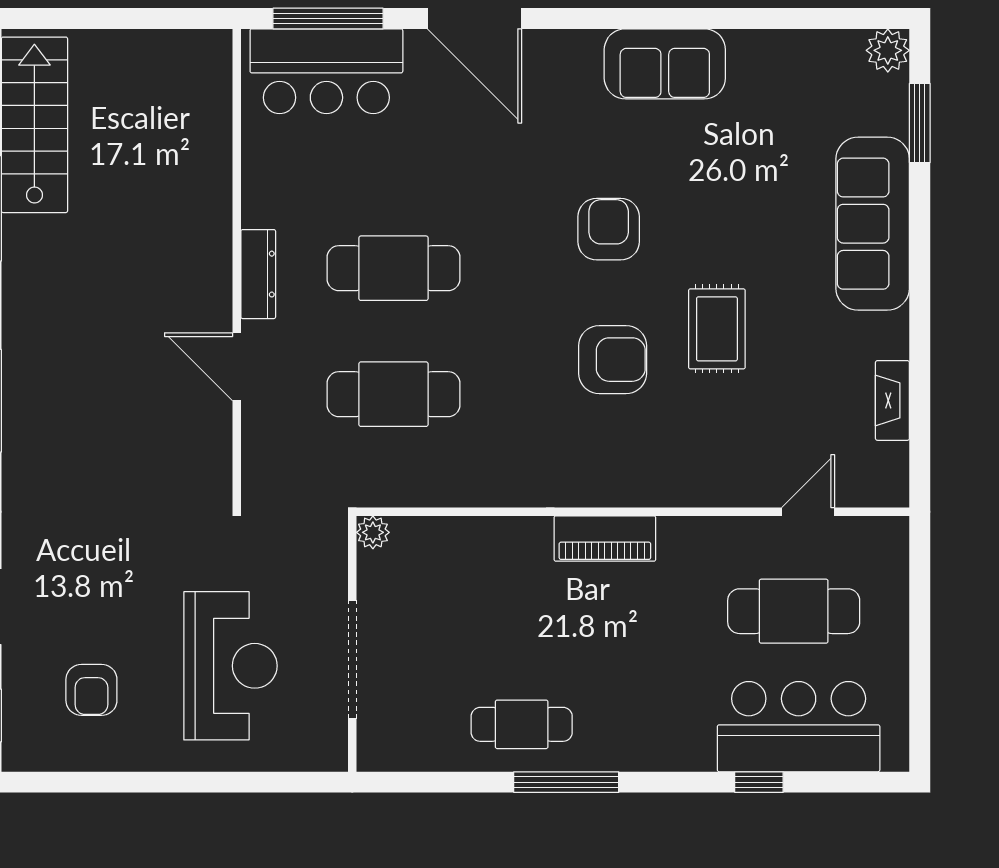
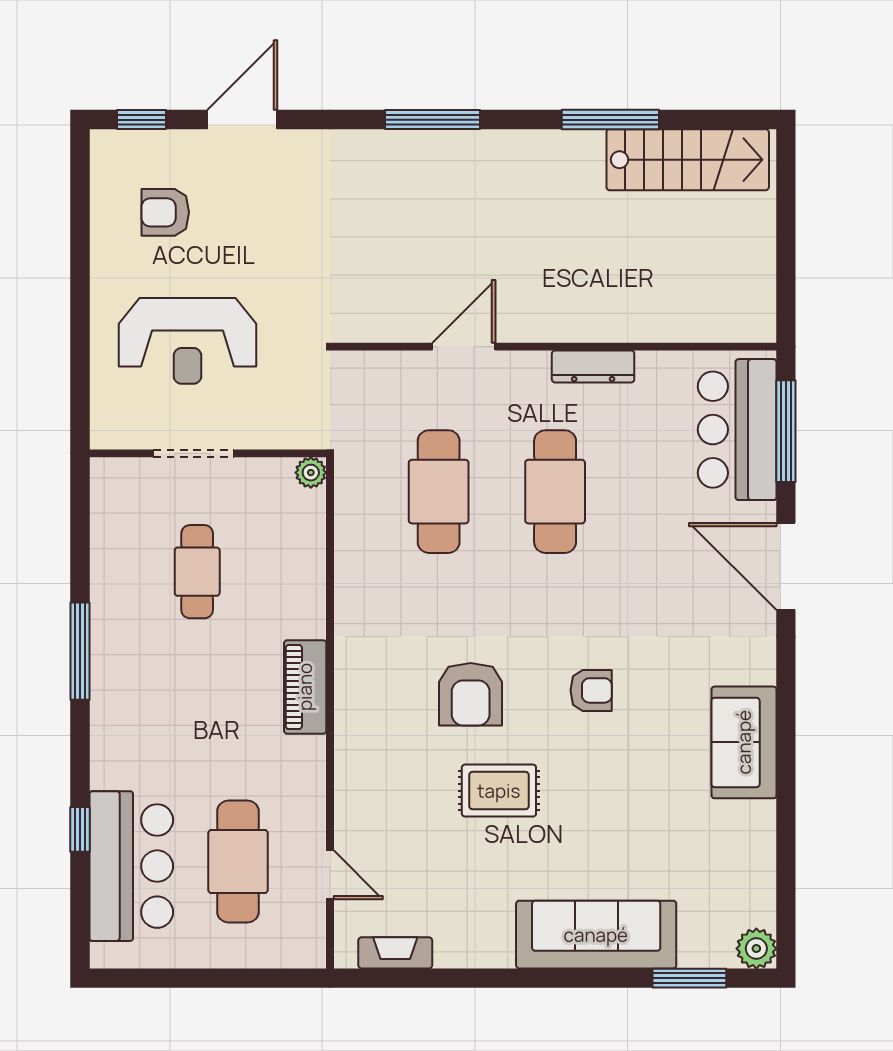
door: (474, 18) -> (786, 566), hinge flipped
armchair: (609, 229) -> (591, 690), width x0.72, depth x0.72
dresser: (258, 274) -> (593, 366), moved
fireplace: (892, 400) -> (395, 953), moved
doorway: (352, 659) -> (193, 453), width x0.73
cafe table: (522, 724) -> (197, 572), moved

